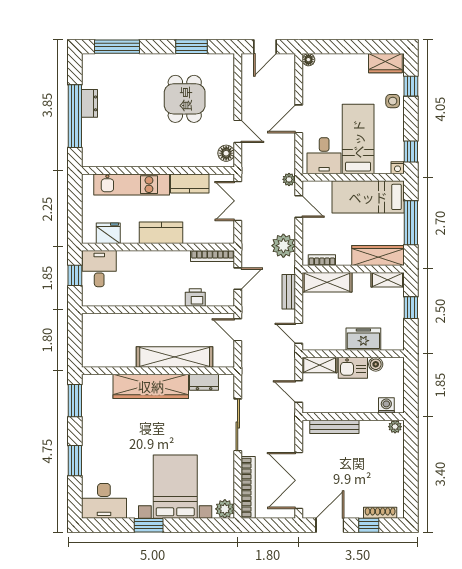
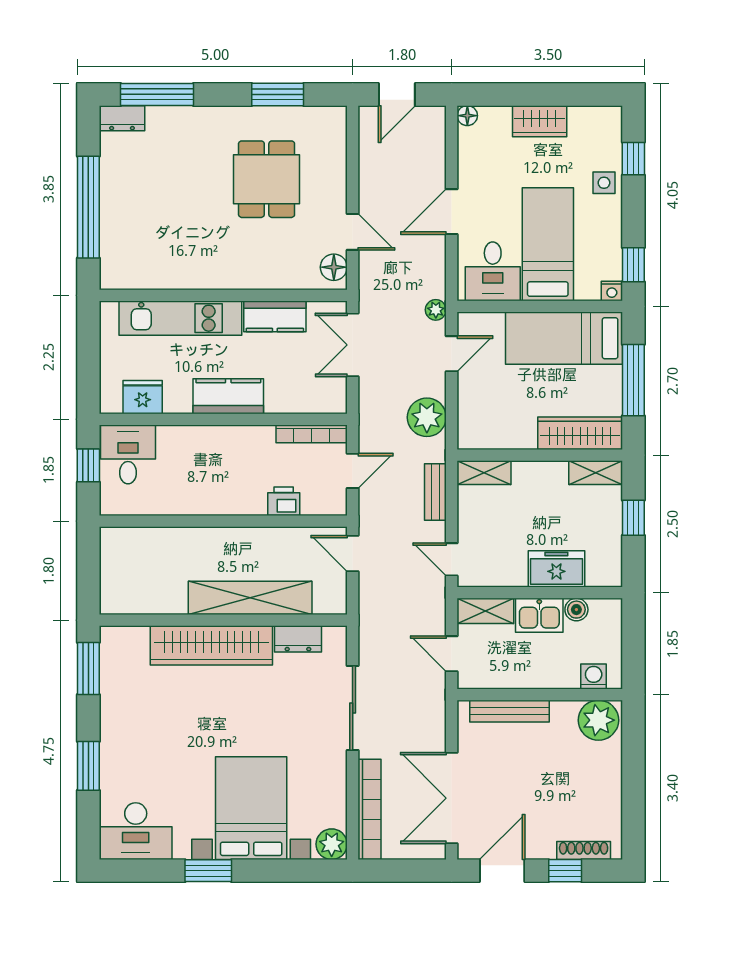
wardrobe: (385, 63) -> (540, 121), moved
dresser: (89, 103) -> (122, 118), moved, turned 90
door: (299, 207) -> (452, 354), hinge flipped
bookcase: (322, 260) -> (489, 441), removed
shelving: (327, 282) -> (484, 473), width x0.67, depth x0.75
plant: (395, 427) -> (598, 720), width x1.87, depth x1.87

